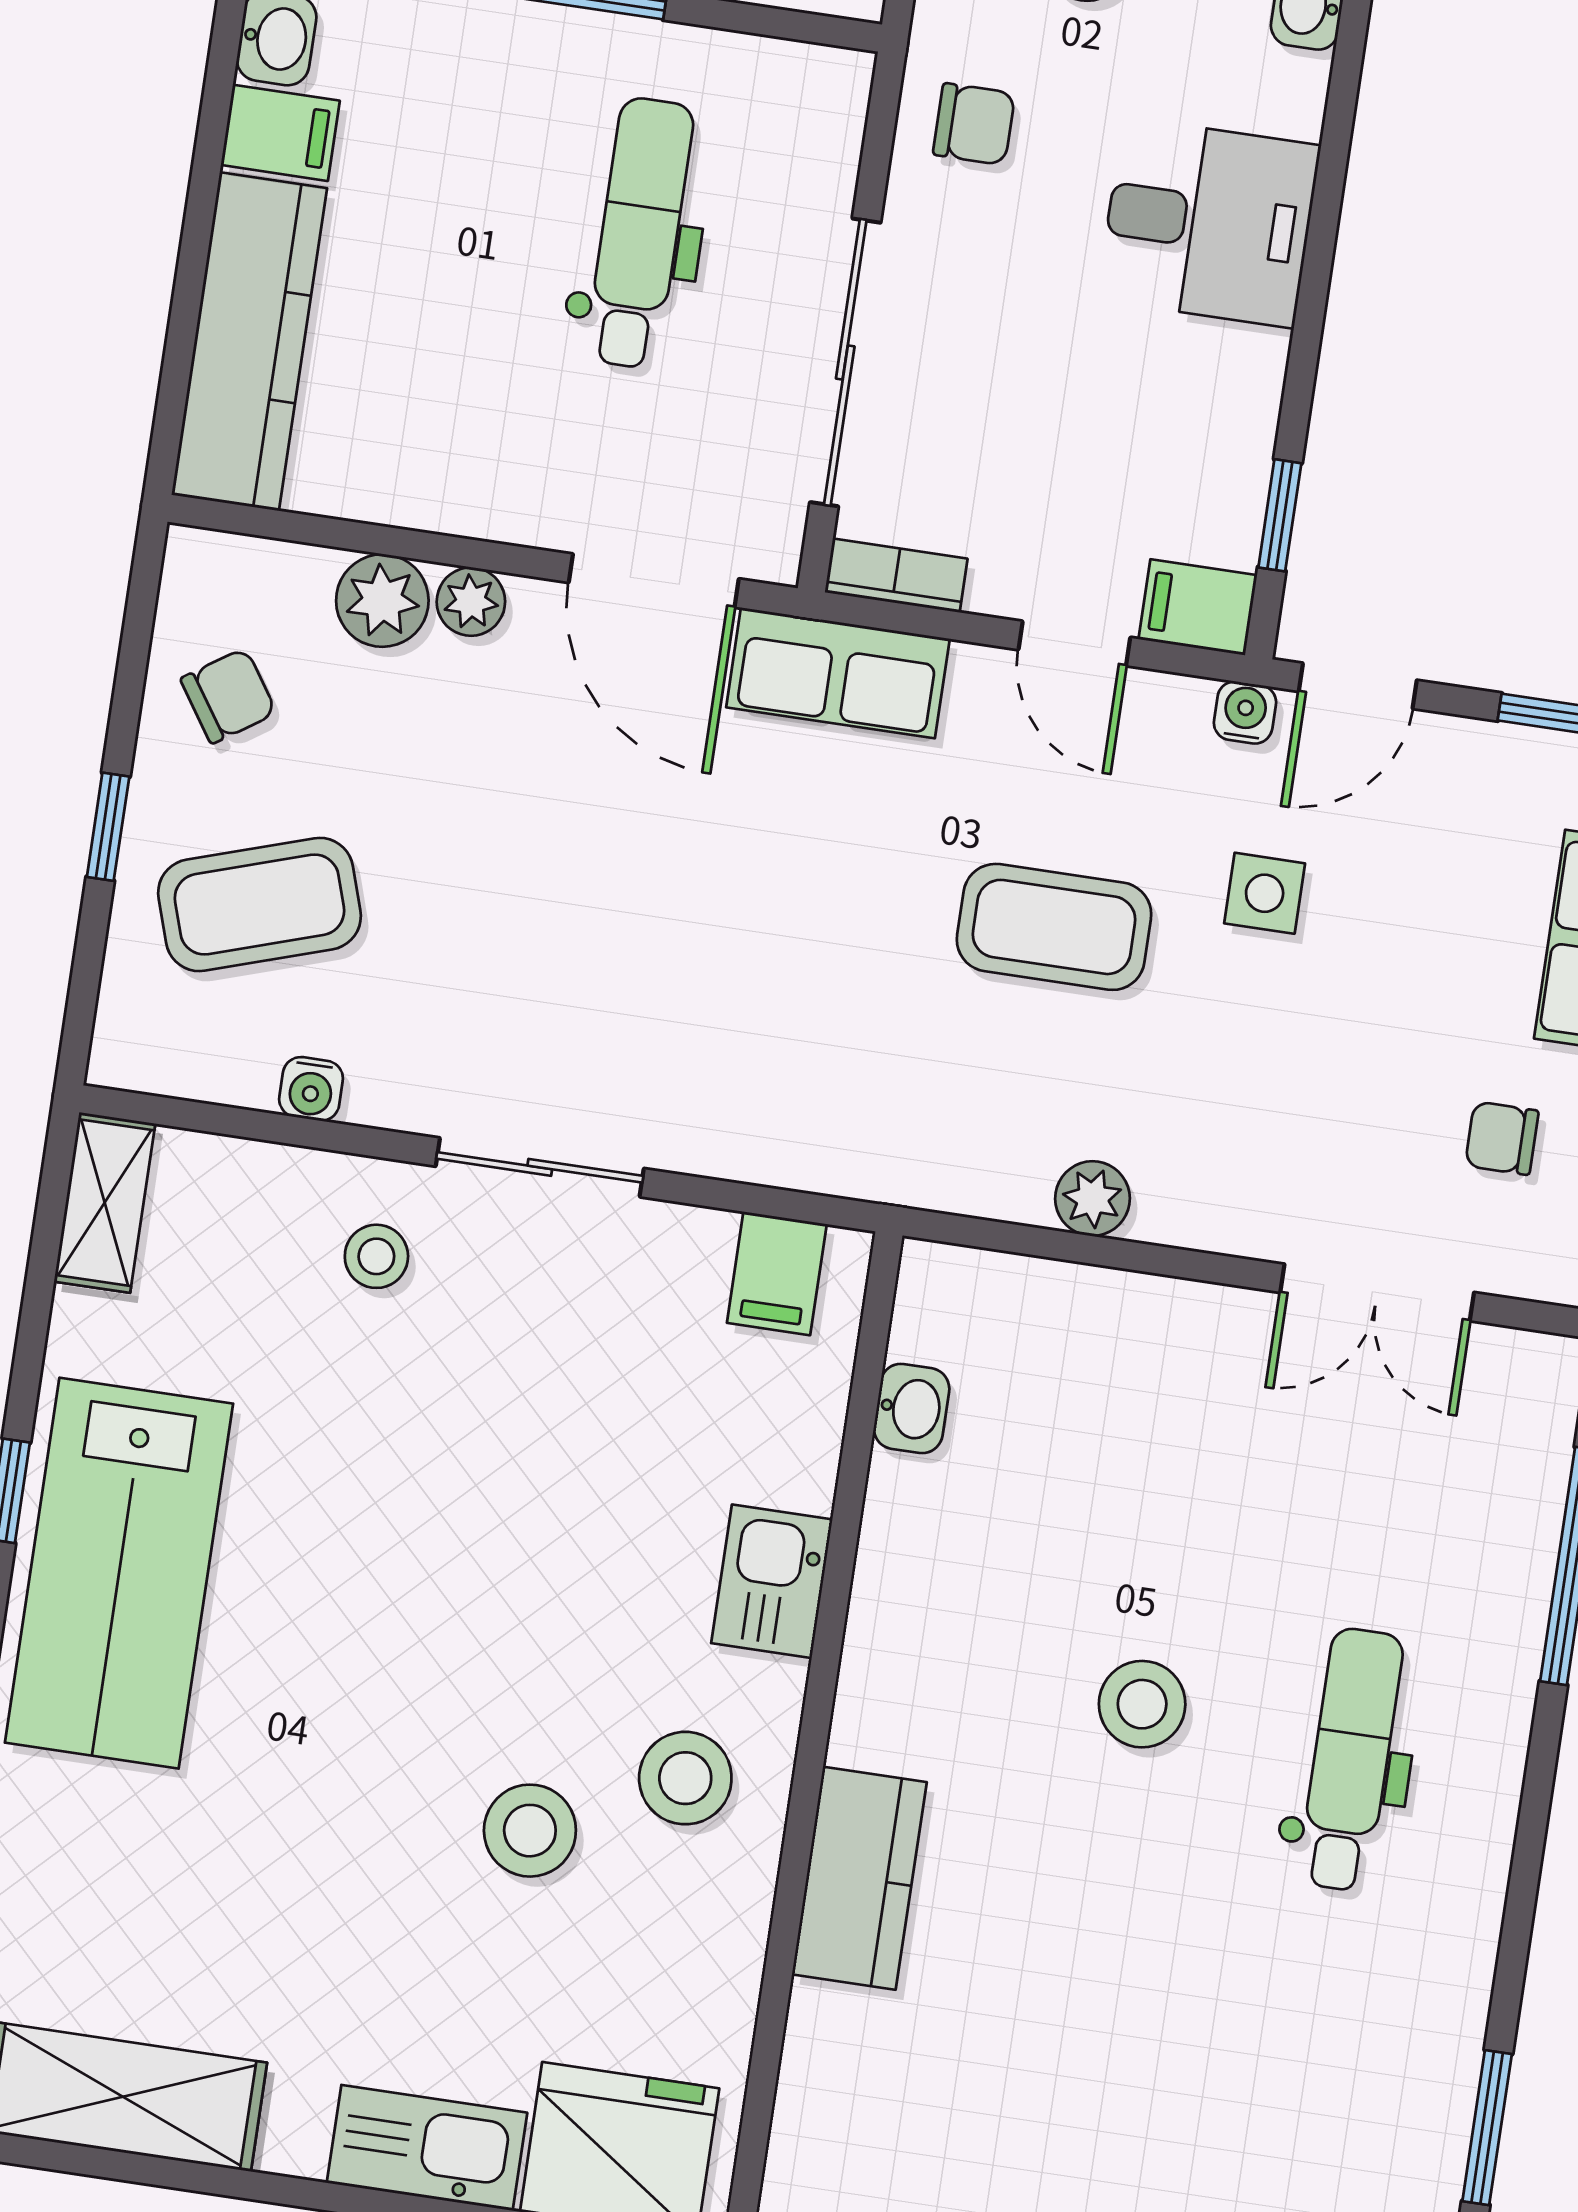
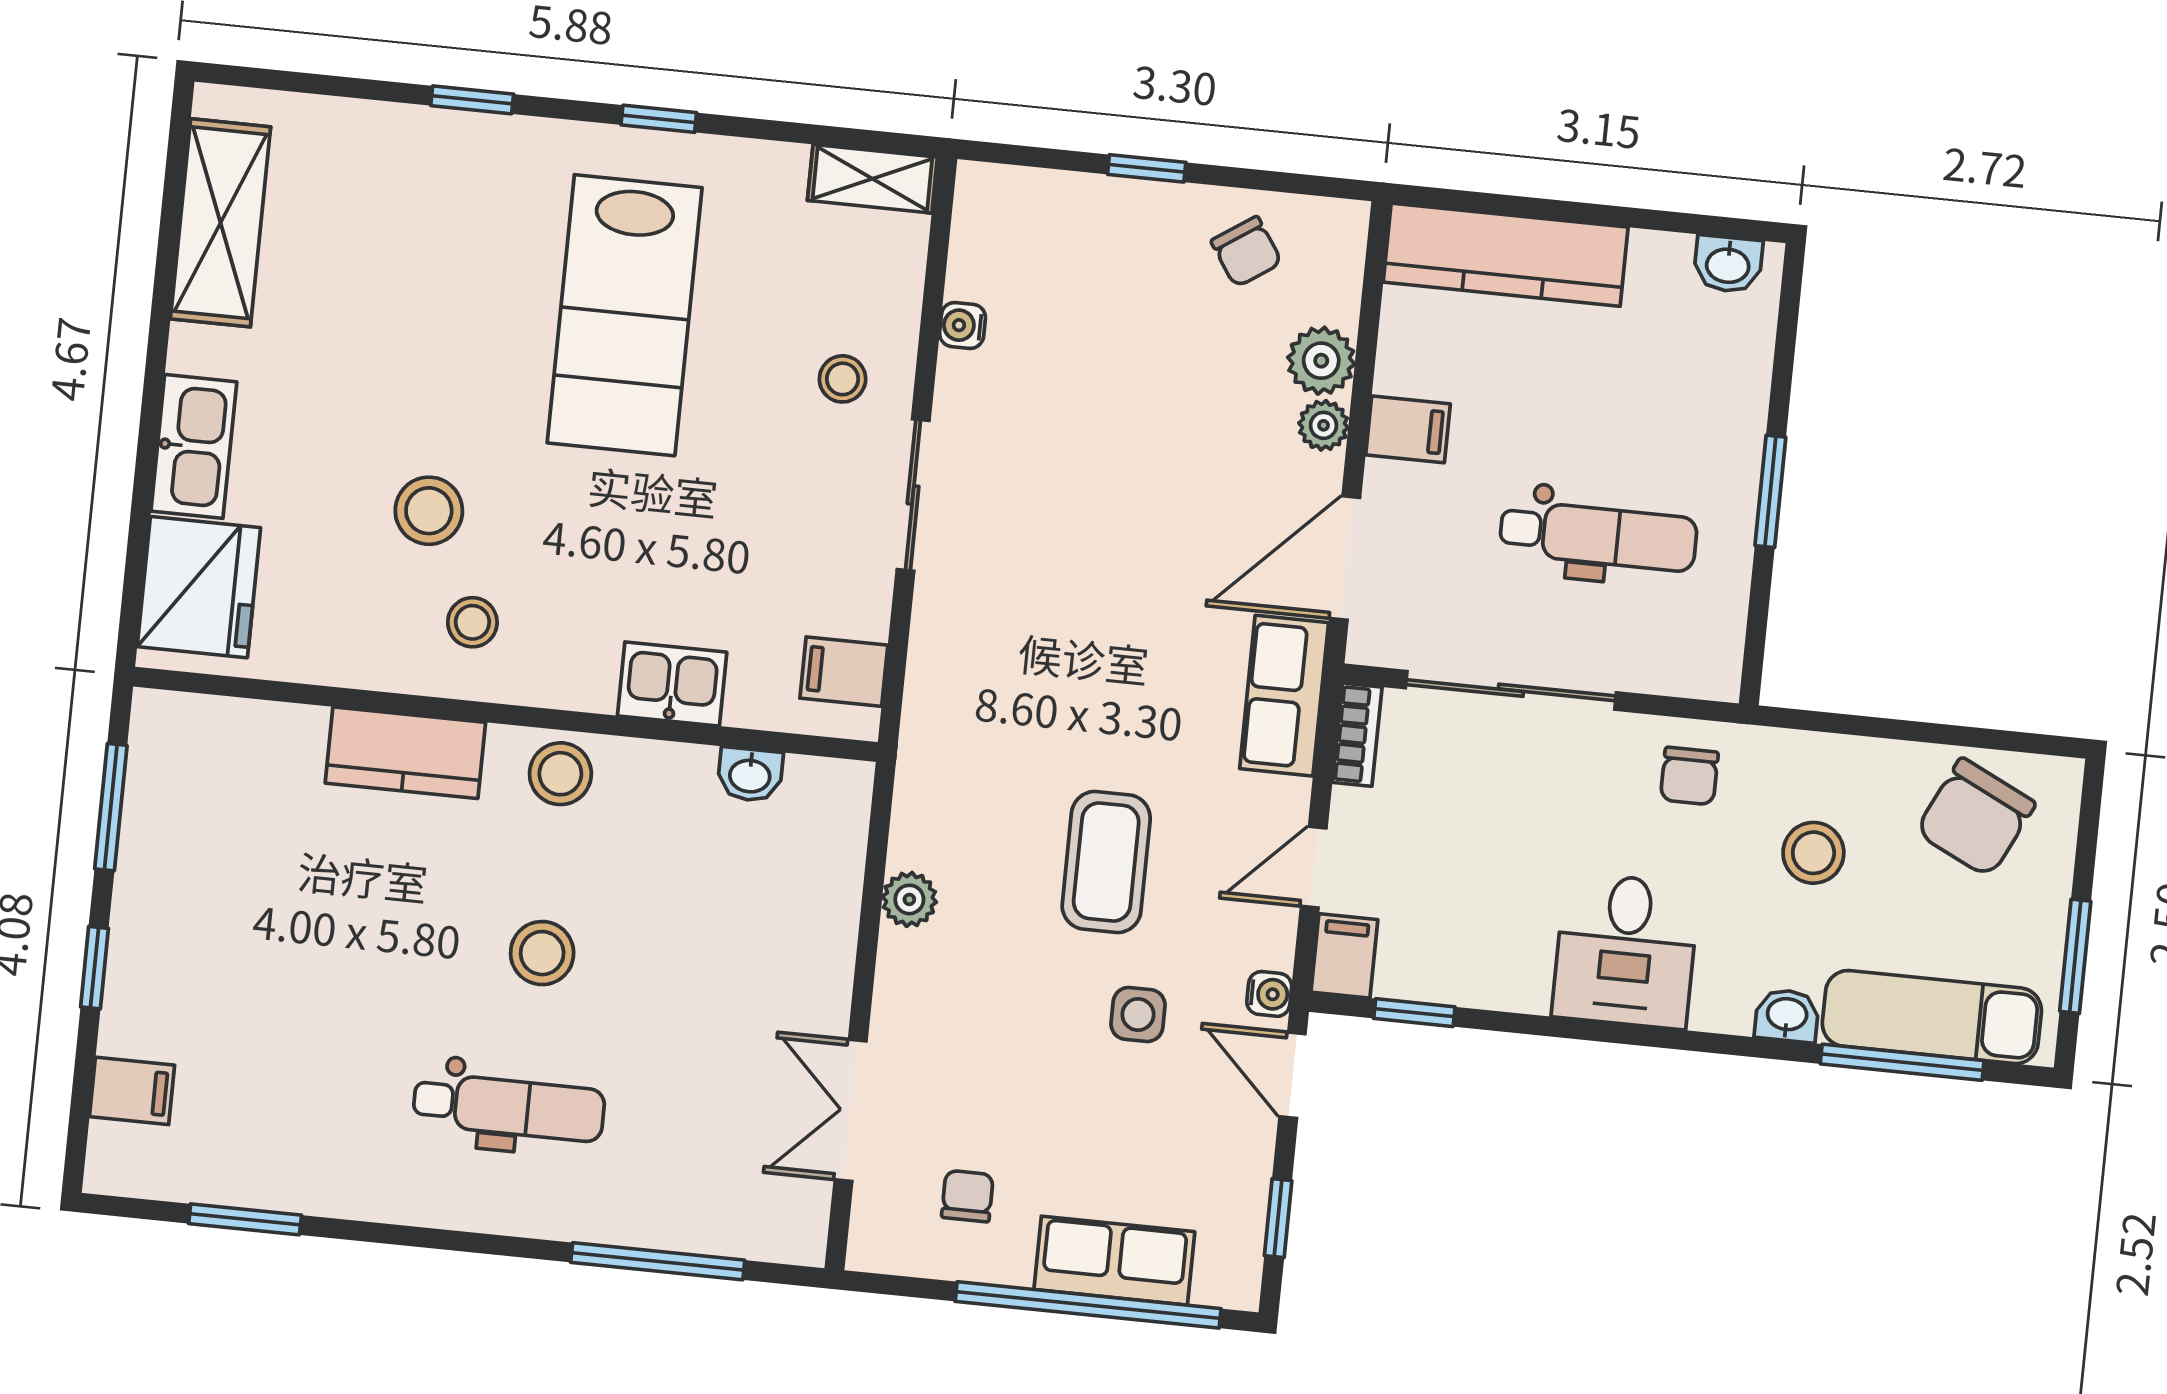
filing cabinet: (280, 133) -> (1408, 429), moved, turned -90
coffee table: (259, 904) -> (1095, 282), removed
lab bench: (119, 1573) -> (625, 315), moved, turned -90
kitchen sink: (772, 1581) -> (672, 684), moved
stool: (898, 1668) -> (560, 774), added
stool: (685, 1778) -> (472, 622), width x0.73, depth x0.73

